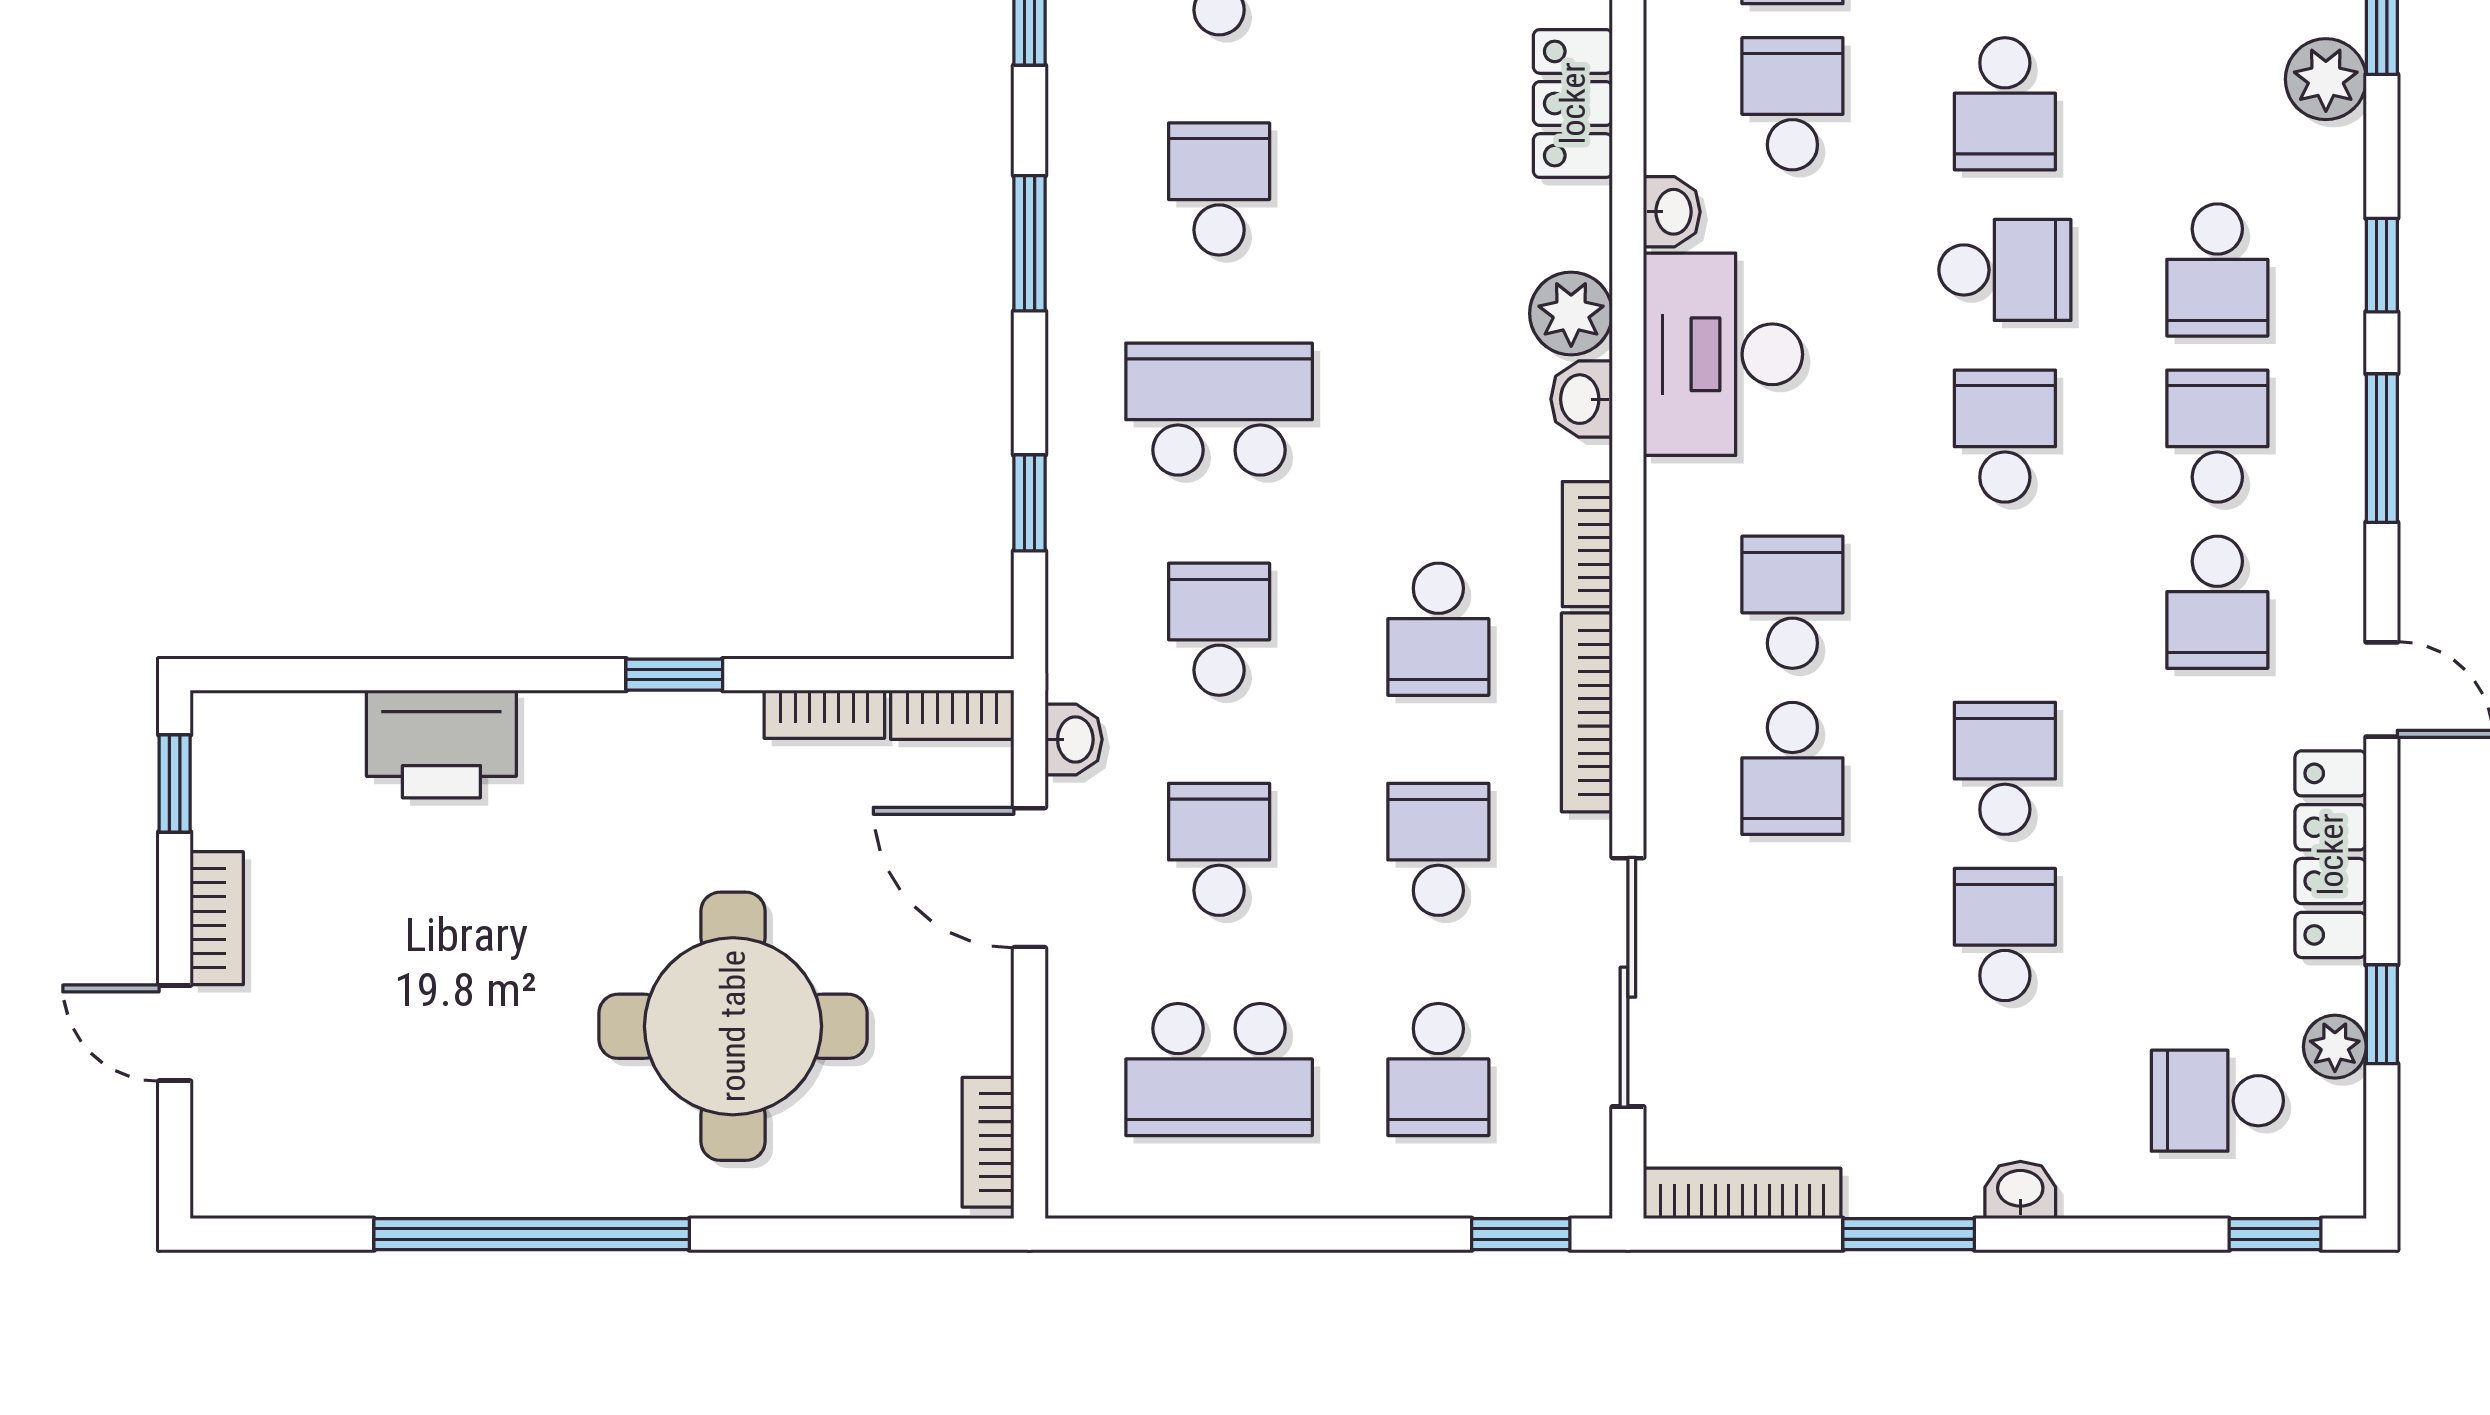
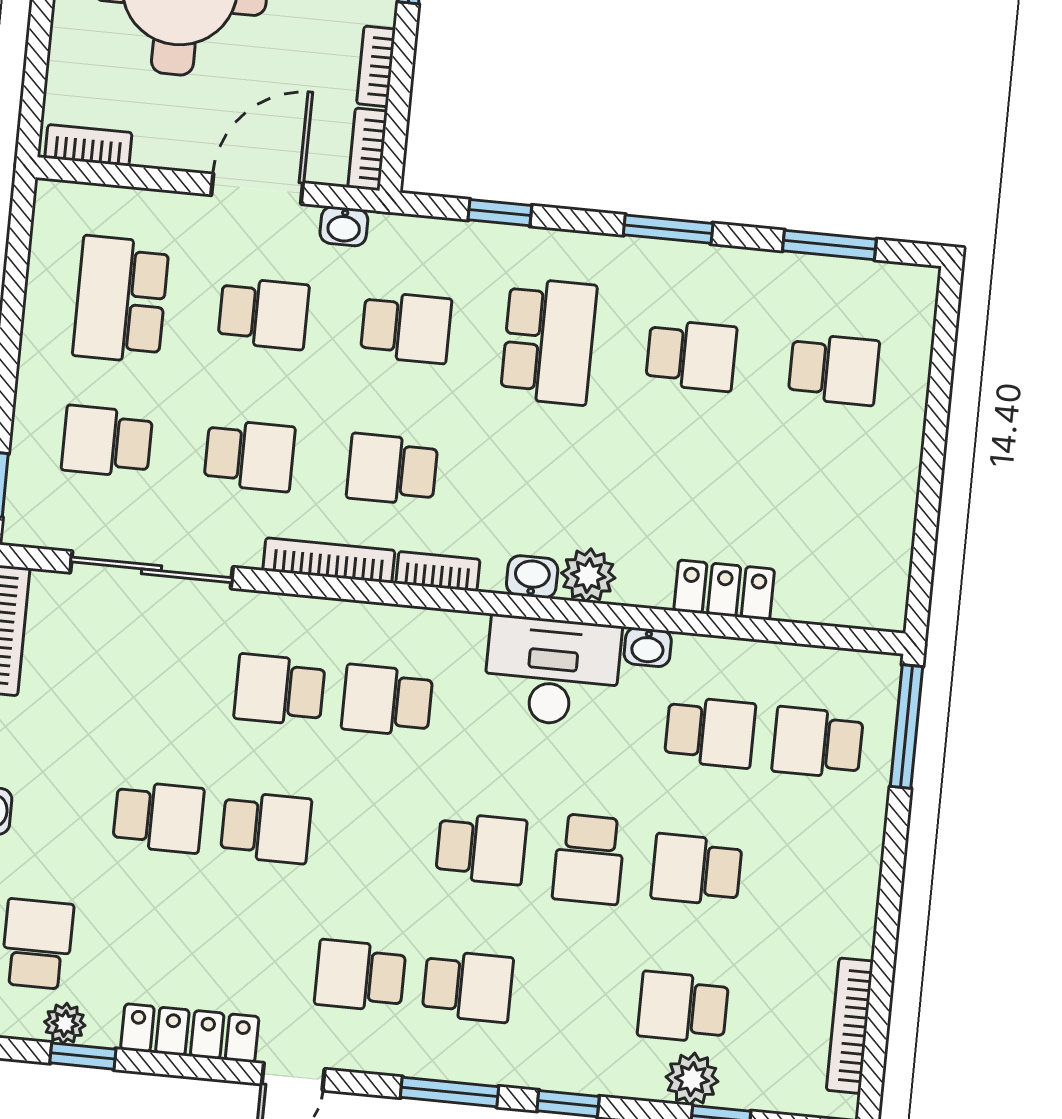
school desk: (2217, 270) -> (683, 1007), moved
school desk: (1792, 602) -> (387, 700), turned 180

